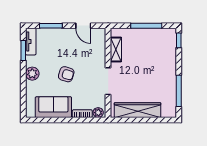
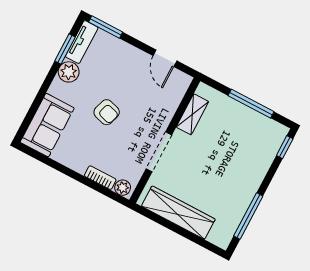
window: (51, 26) -> (106, 27), moved
plant: (32, 74) -> (69, 72), moved
sofa: (53, 107) -> (47, 125), moved, turned 90

